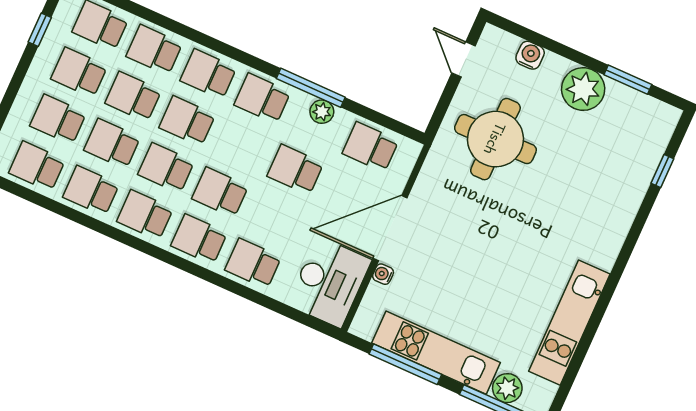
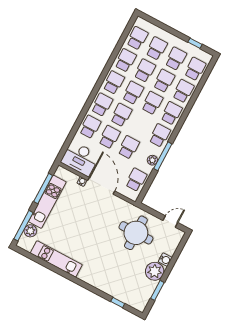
water cooler: (530, 55) -> (165, 260), moved
school desk: (274, 217) -> (109, 137), added

